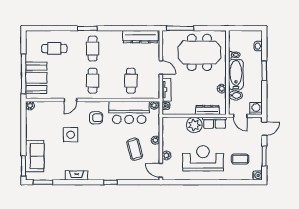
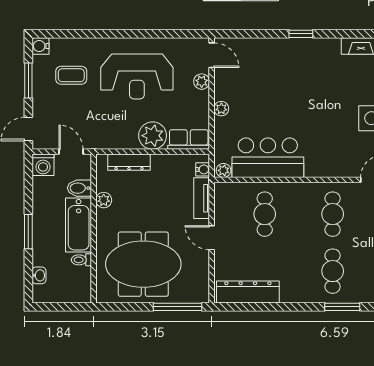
armchair: (96, 118) -> (327, 148), removed
row of seats: (215, 123) -> (189, 139), moved
coffee table: (135, 149) -> (258, 93), removed

